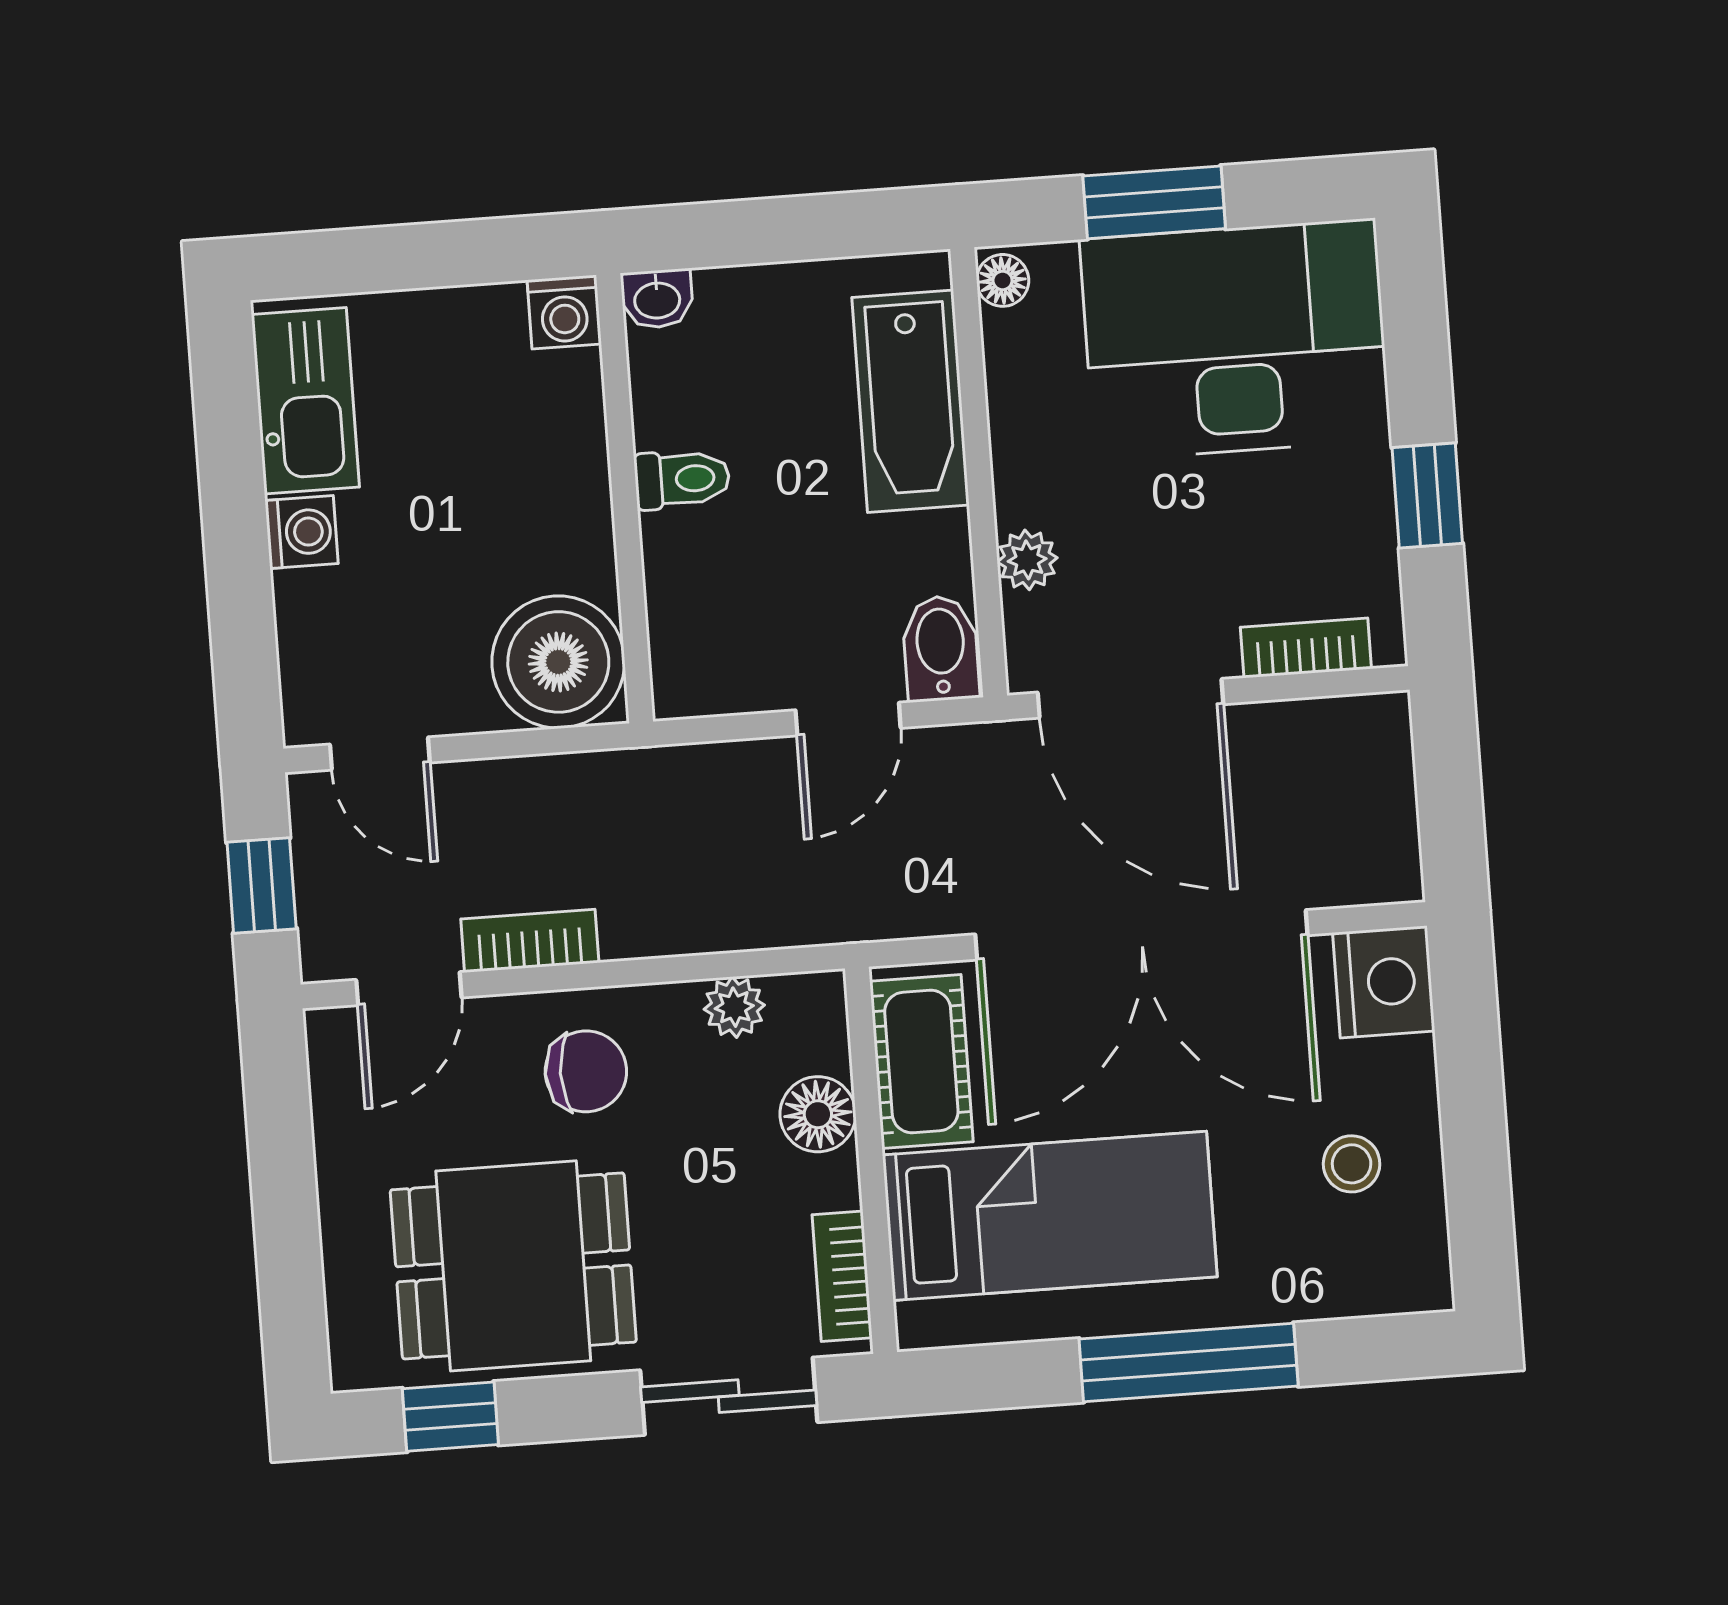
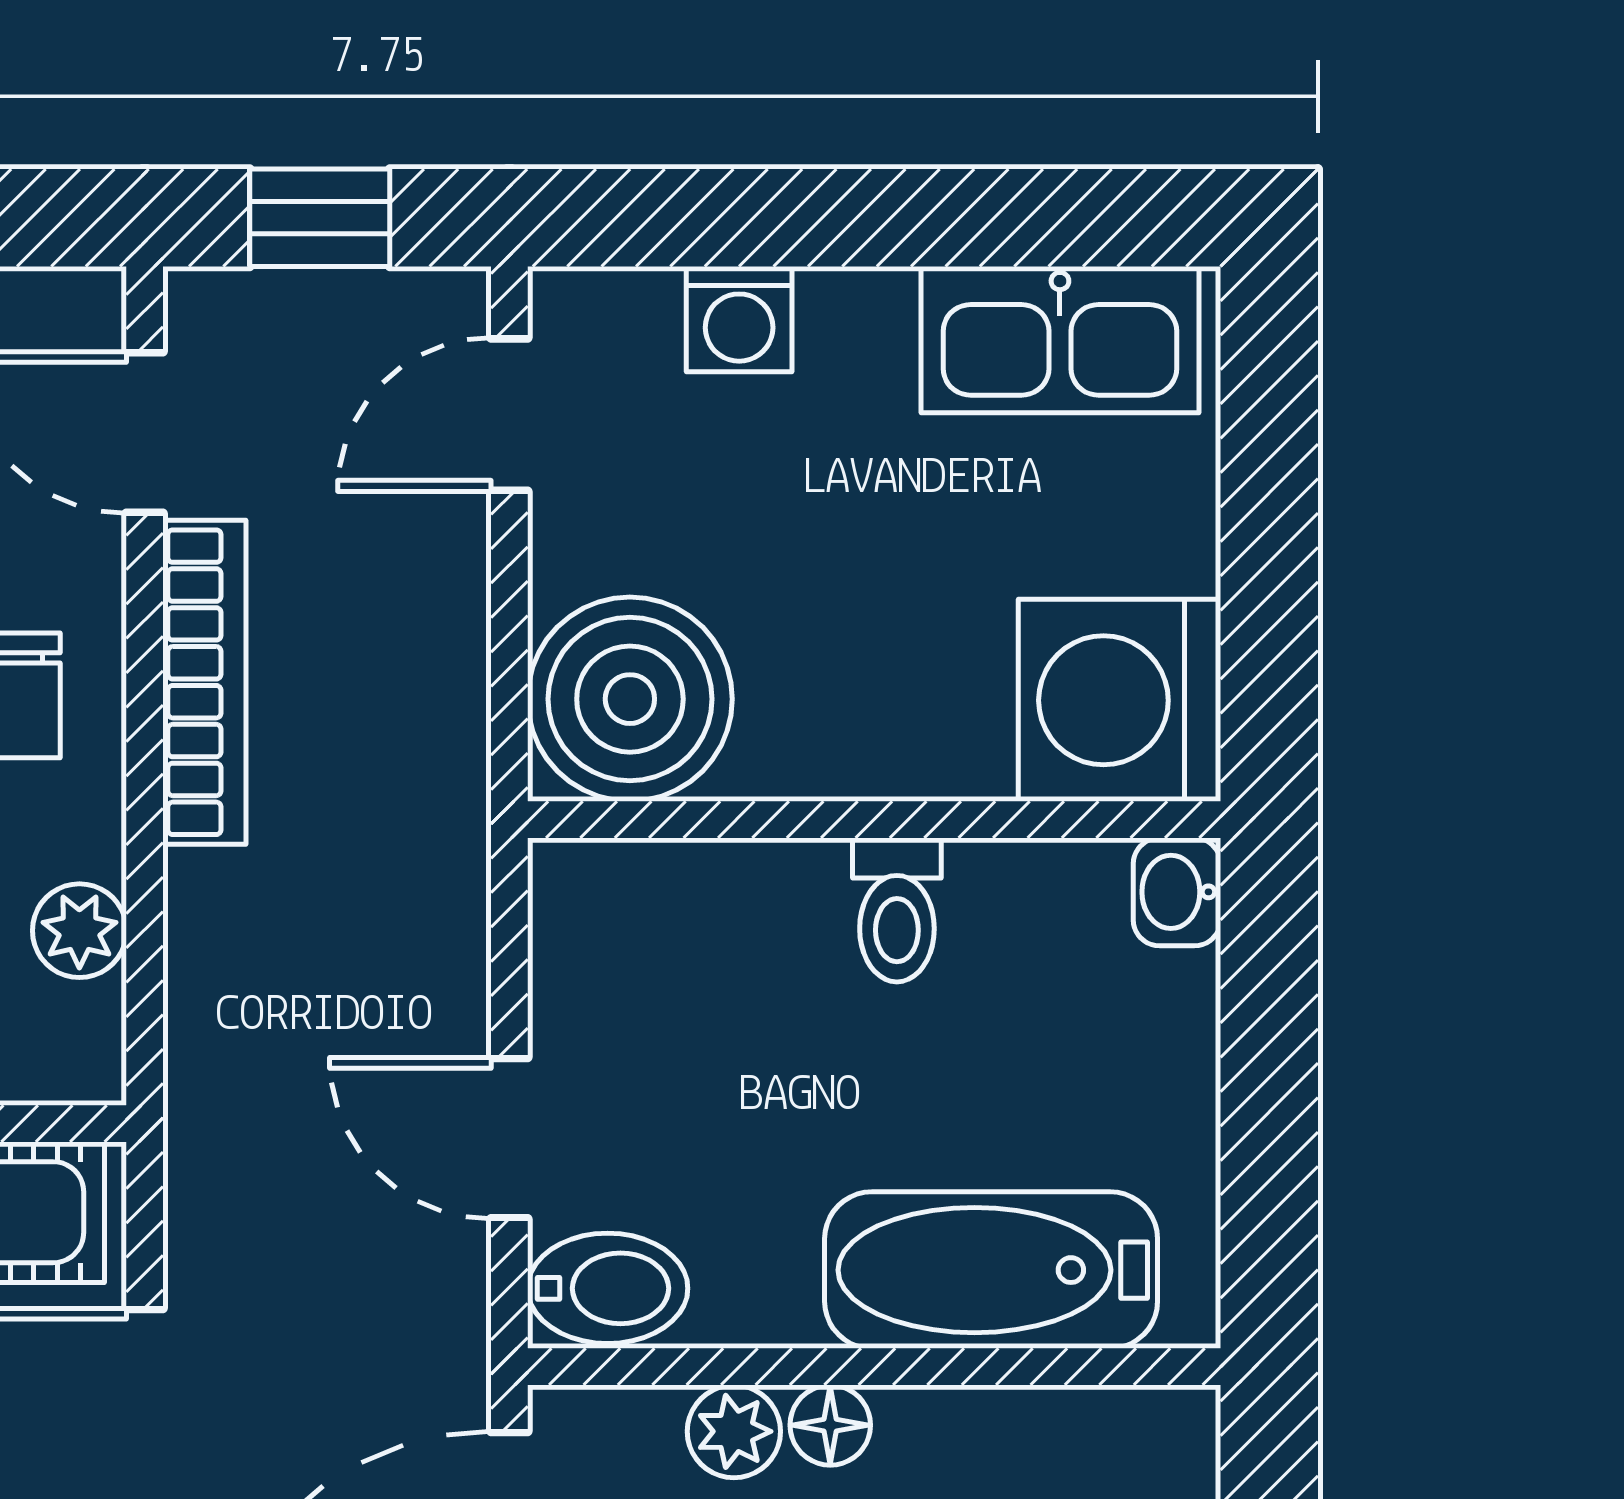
floor lamp: (1003, 280) -> (830, 1425), moved
washing machine: (564, 312) -> (1120, 700), width x1.89, depth x1.89
washing machine: (302, 532) -> (739, 319), moved
bookcase: (530, 941) -> (204, 682), width x1.56

